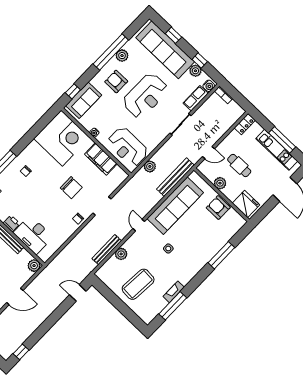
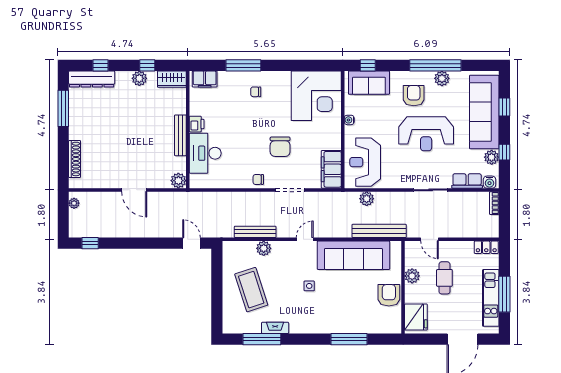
filing cabinet: (101, 159) -> (331, 169), moved
coffee table: (138, 284) -> (251, 290), turned 68

